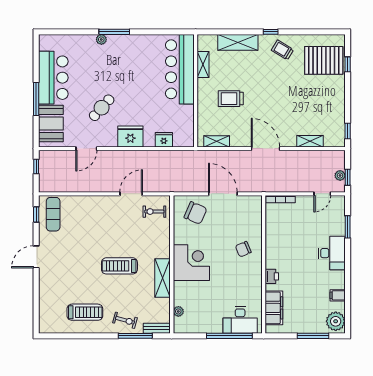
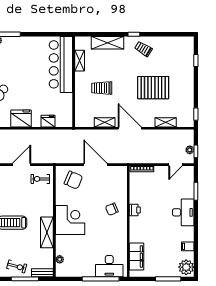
pallet: (324, 60) -> (153, 88), moved
shelving: (217, 141) -> (105, 122), moved
printer: (272, 276) -> (135, 210), moved

